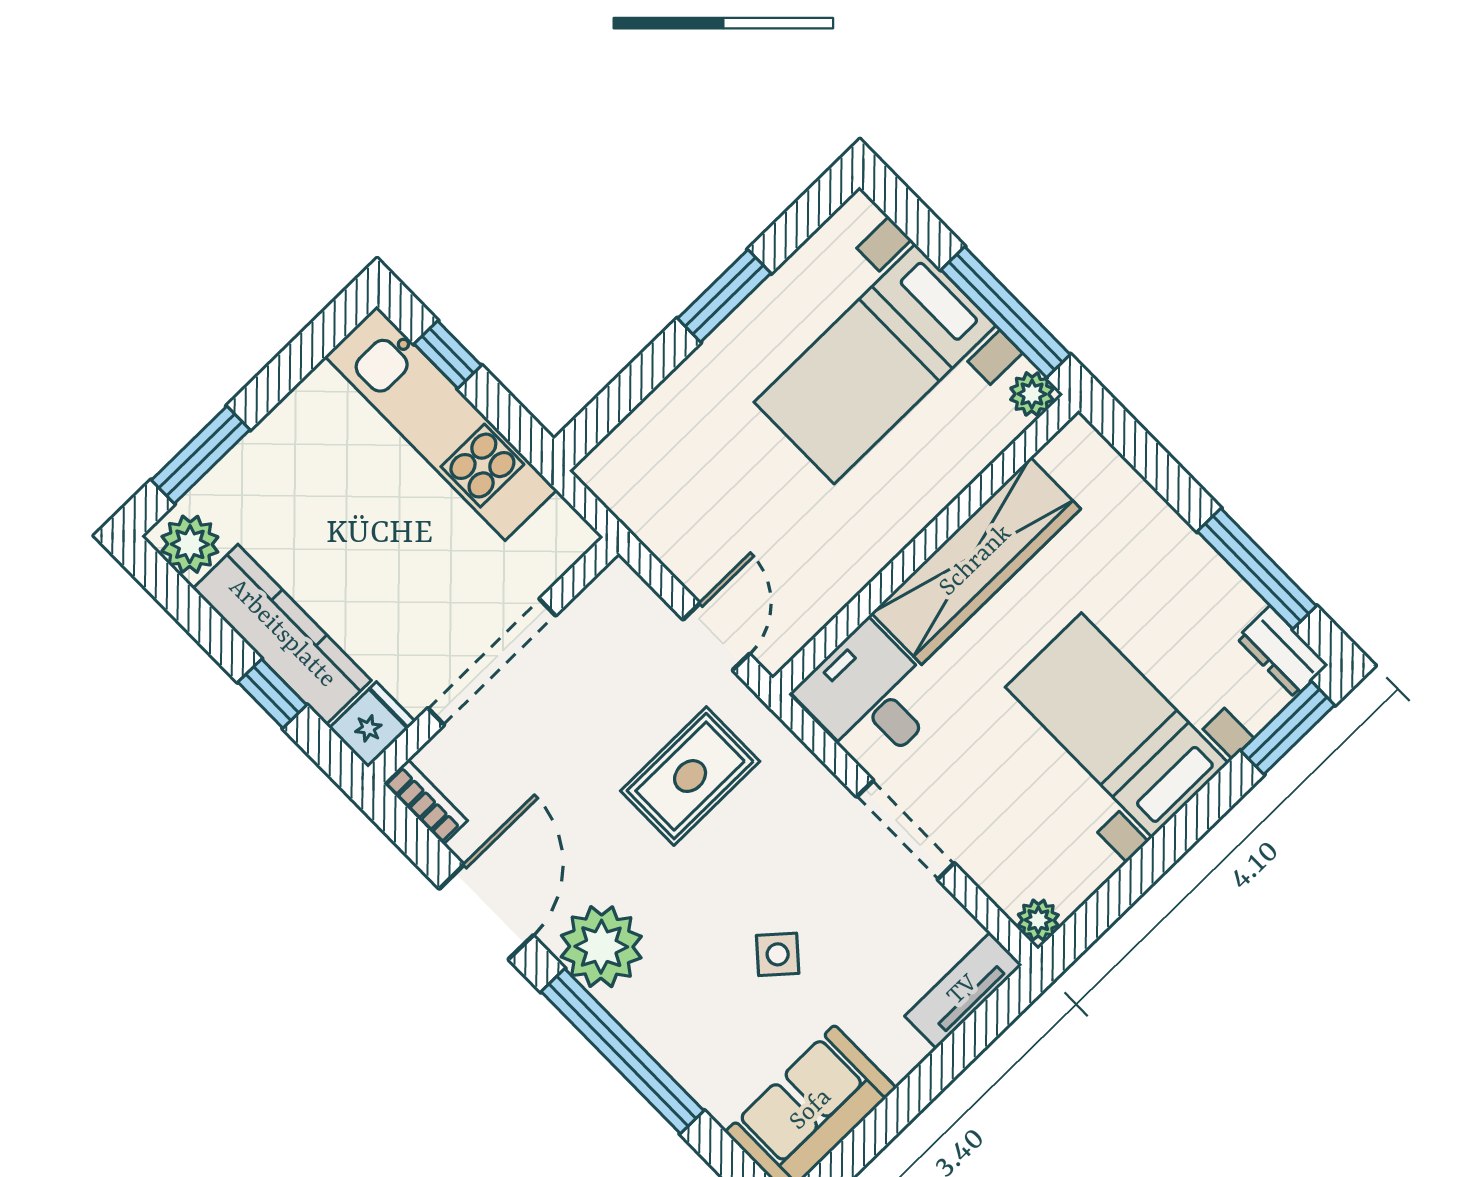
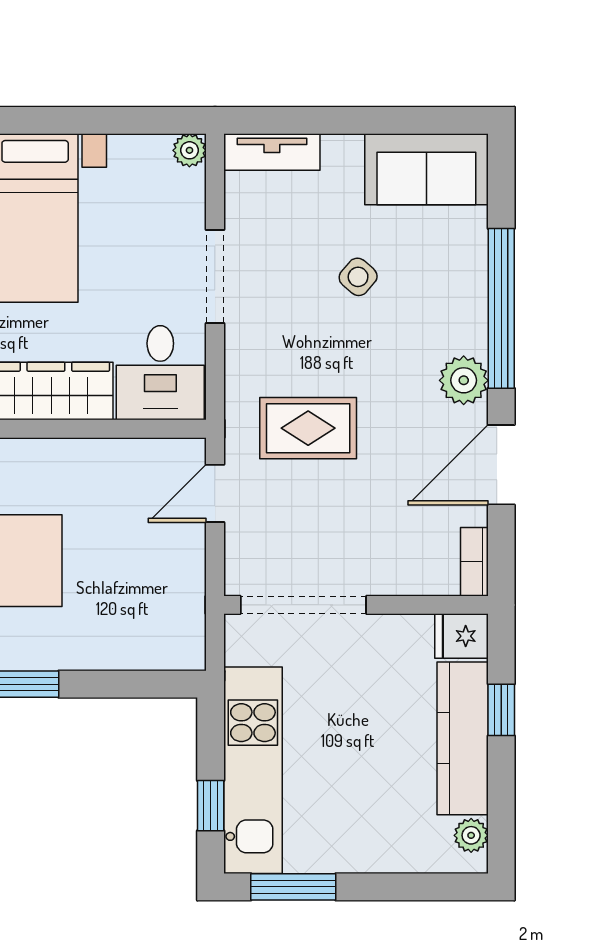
window: (201, 455) -> (293, 887), moved
plant: (190, 544) -> (471, 835), width x0.73, depth x0.73
doorway: (492, 662) -> (303, 605), moved
plant: (601, 947) -> (464, 380), width x0.73, depth x0.73

